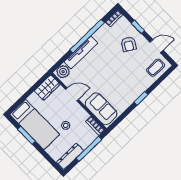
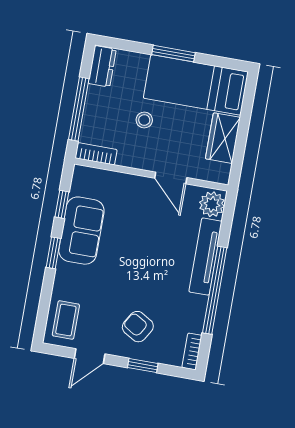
wardrobe: (47, 88) -> (223, 138), moved
door: (72, 94) -> (171, 178), hinge flipped
sofa: (101, 109) -> (81, 231), moved, turned -90
window: (123, 115) -> (62, 204), added
window: (26, 135) -> (173, 54), moved
dresser: (70, 156) -> (102, 66), width x0.70

